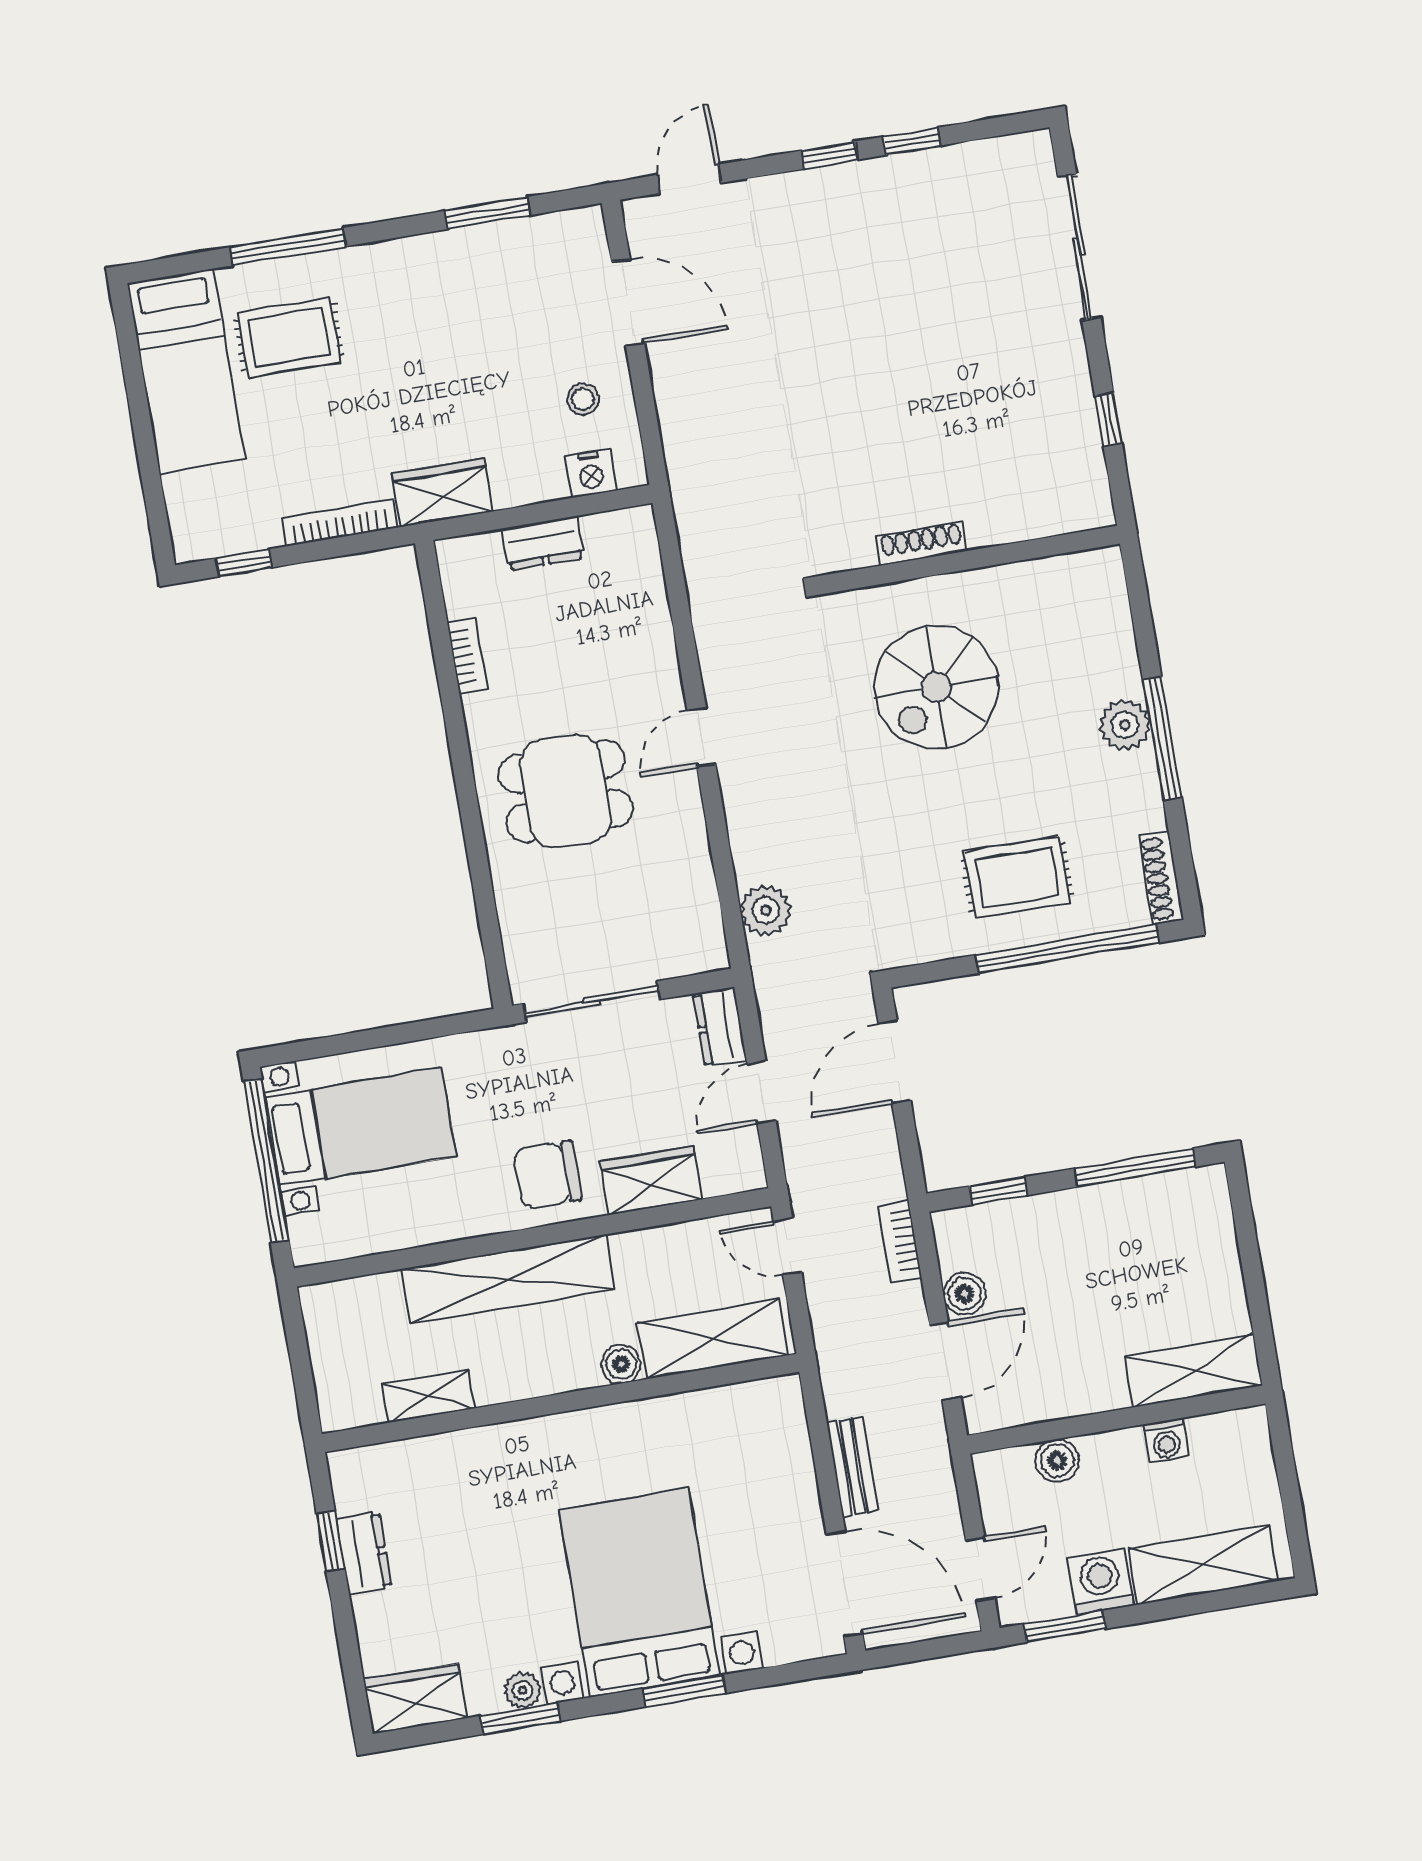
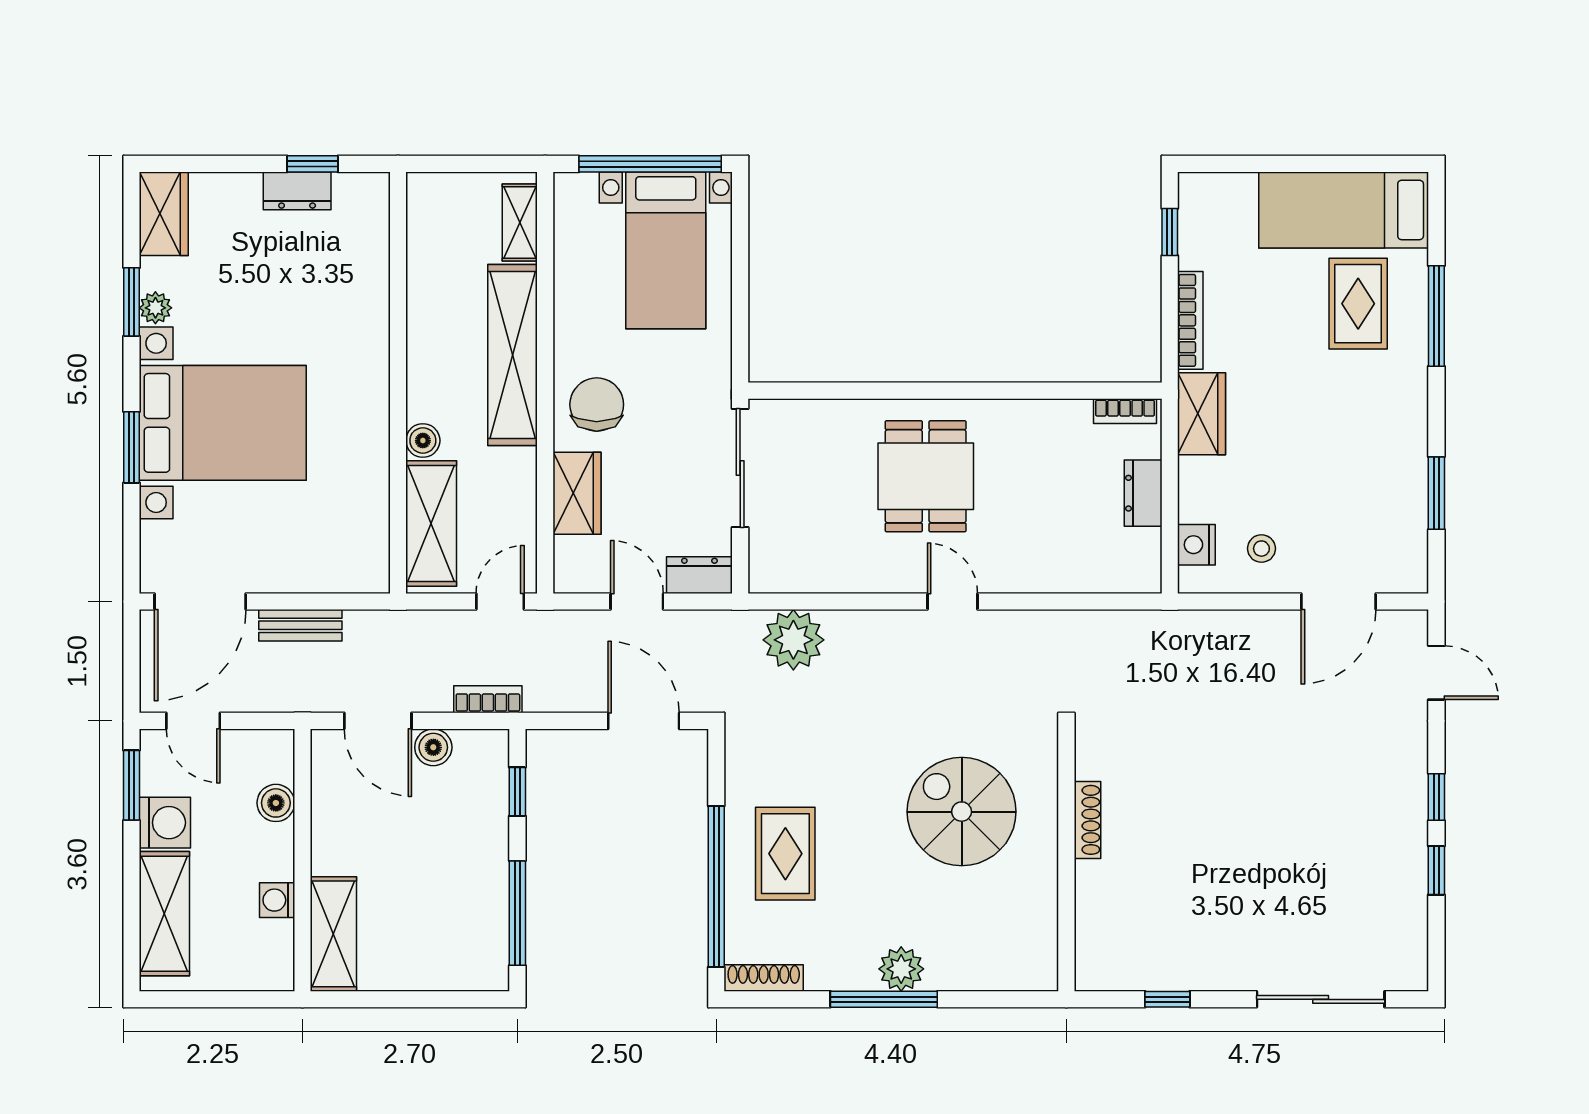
bookcase: (467, 656) -> (1125, 411), moved
plant: (766, 910) -> (793, 640), width x1.36, depth x1.36
shelving: (429, 1396) -> (520, 223), moved

